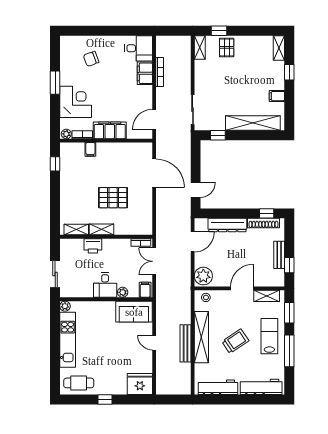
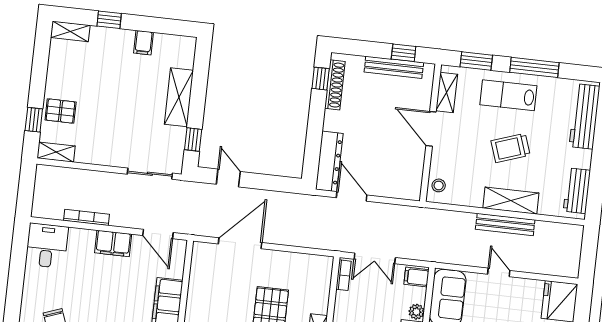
filing cabinet: (145, 73) -> (113, 243), moved
shelving: (253, 123) -> (179, 97), width x0.68
door: (196, 190) -> (228, 178), moved
dresser: (227, 225) -> (329, 161), moved
bench: (279, 255) -> (394, 67), width x1.36
plant: (203, 276) -> (405, 186), removed
shelving: (201, 337) -> (511, 201), width x0.68
trolley: (235, 341) -> (510, 148), turned -75
door: (154, 343) -> (499, 272), swing flipped
workbench: (218, 387) -> (577, 191), width x0.73

